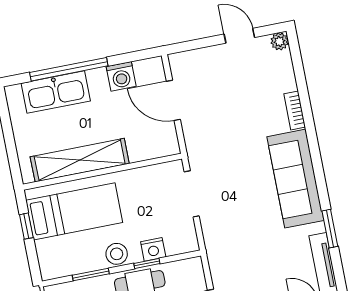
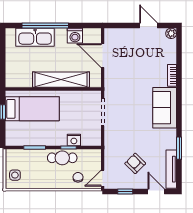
shelving: (80, 160) -> (61, 80), moved
sofa: (295, 179) -> (165, 108), width x0.73
stool: (117, 254) -> (52, 138), removed
armchair: (262, 268) -> (135, 163), added

